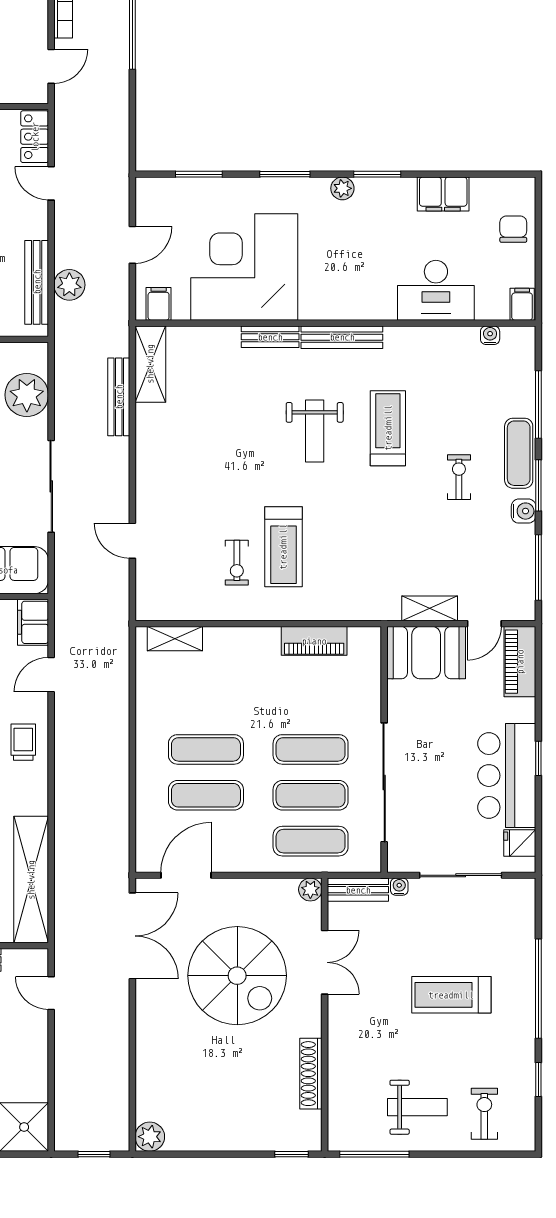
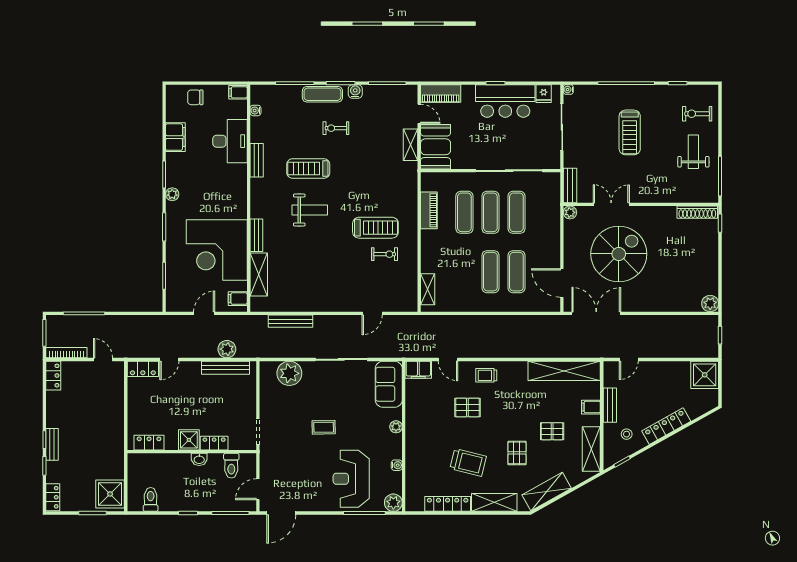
door: (132, 245) -> (204, 313), hinge flipped
bench: (342, 337) -> (257, 160), moved, width x0.73
shelving: (150, 364) -> (259, 274), moved, turned 90
exercise mat: (311, 841) -> (464, 212), moved
water cooler: (399, 887) -> (568, 90), moved
shoe rack: (311, 1074) -> (697, 212), moved

